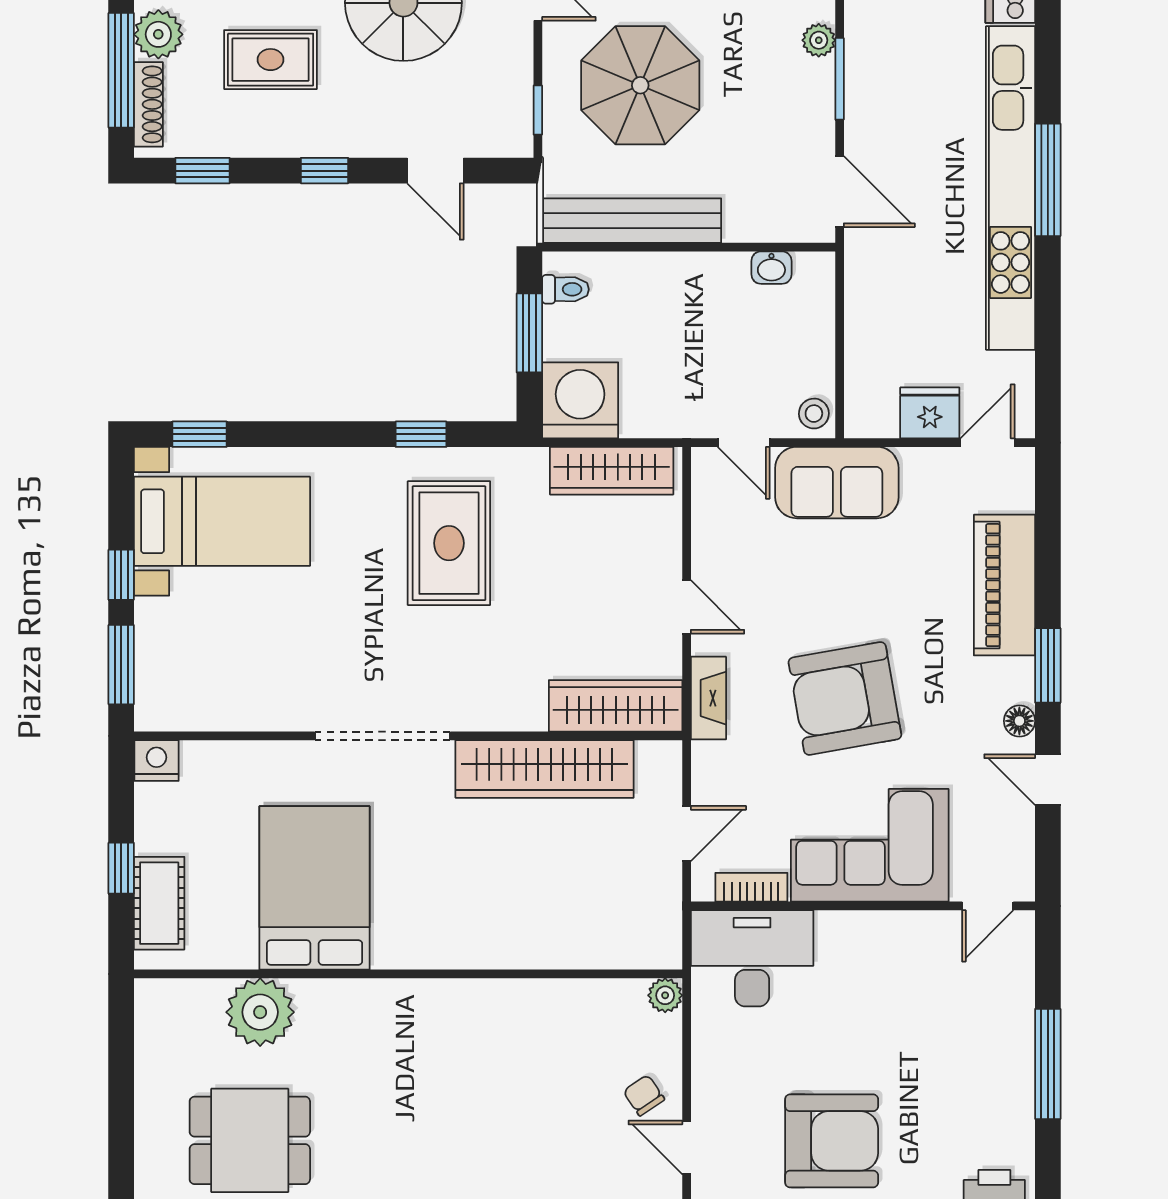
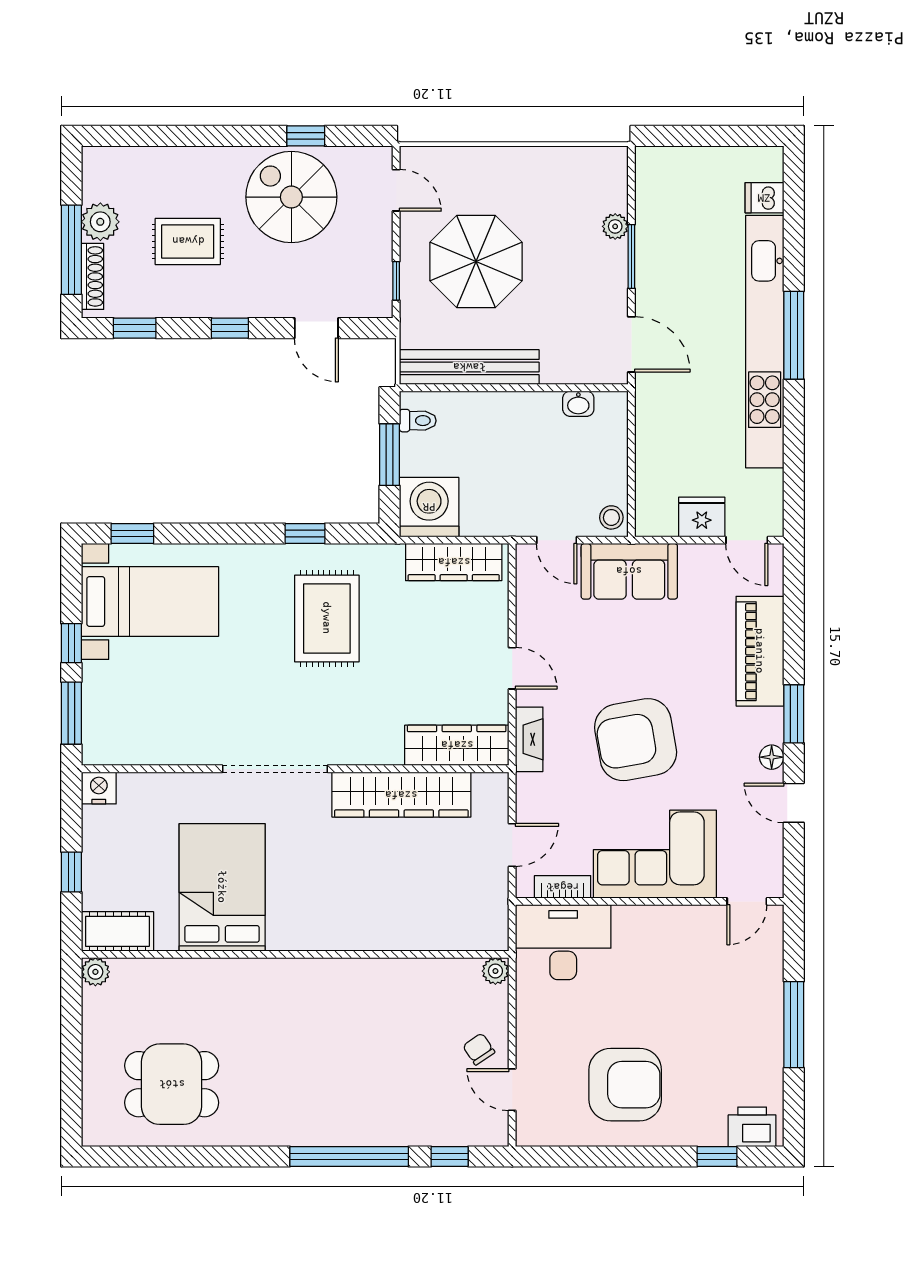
door: (987, 443) -> (747, 540), swing flipped
cot: (159, 903) -> (117, 931), moved, turned 90
plant: (260, 1012) -> (95, 972), moved, width x0.53, depth x0.53

